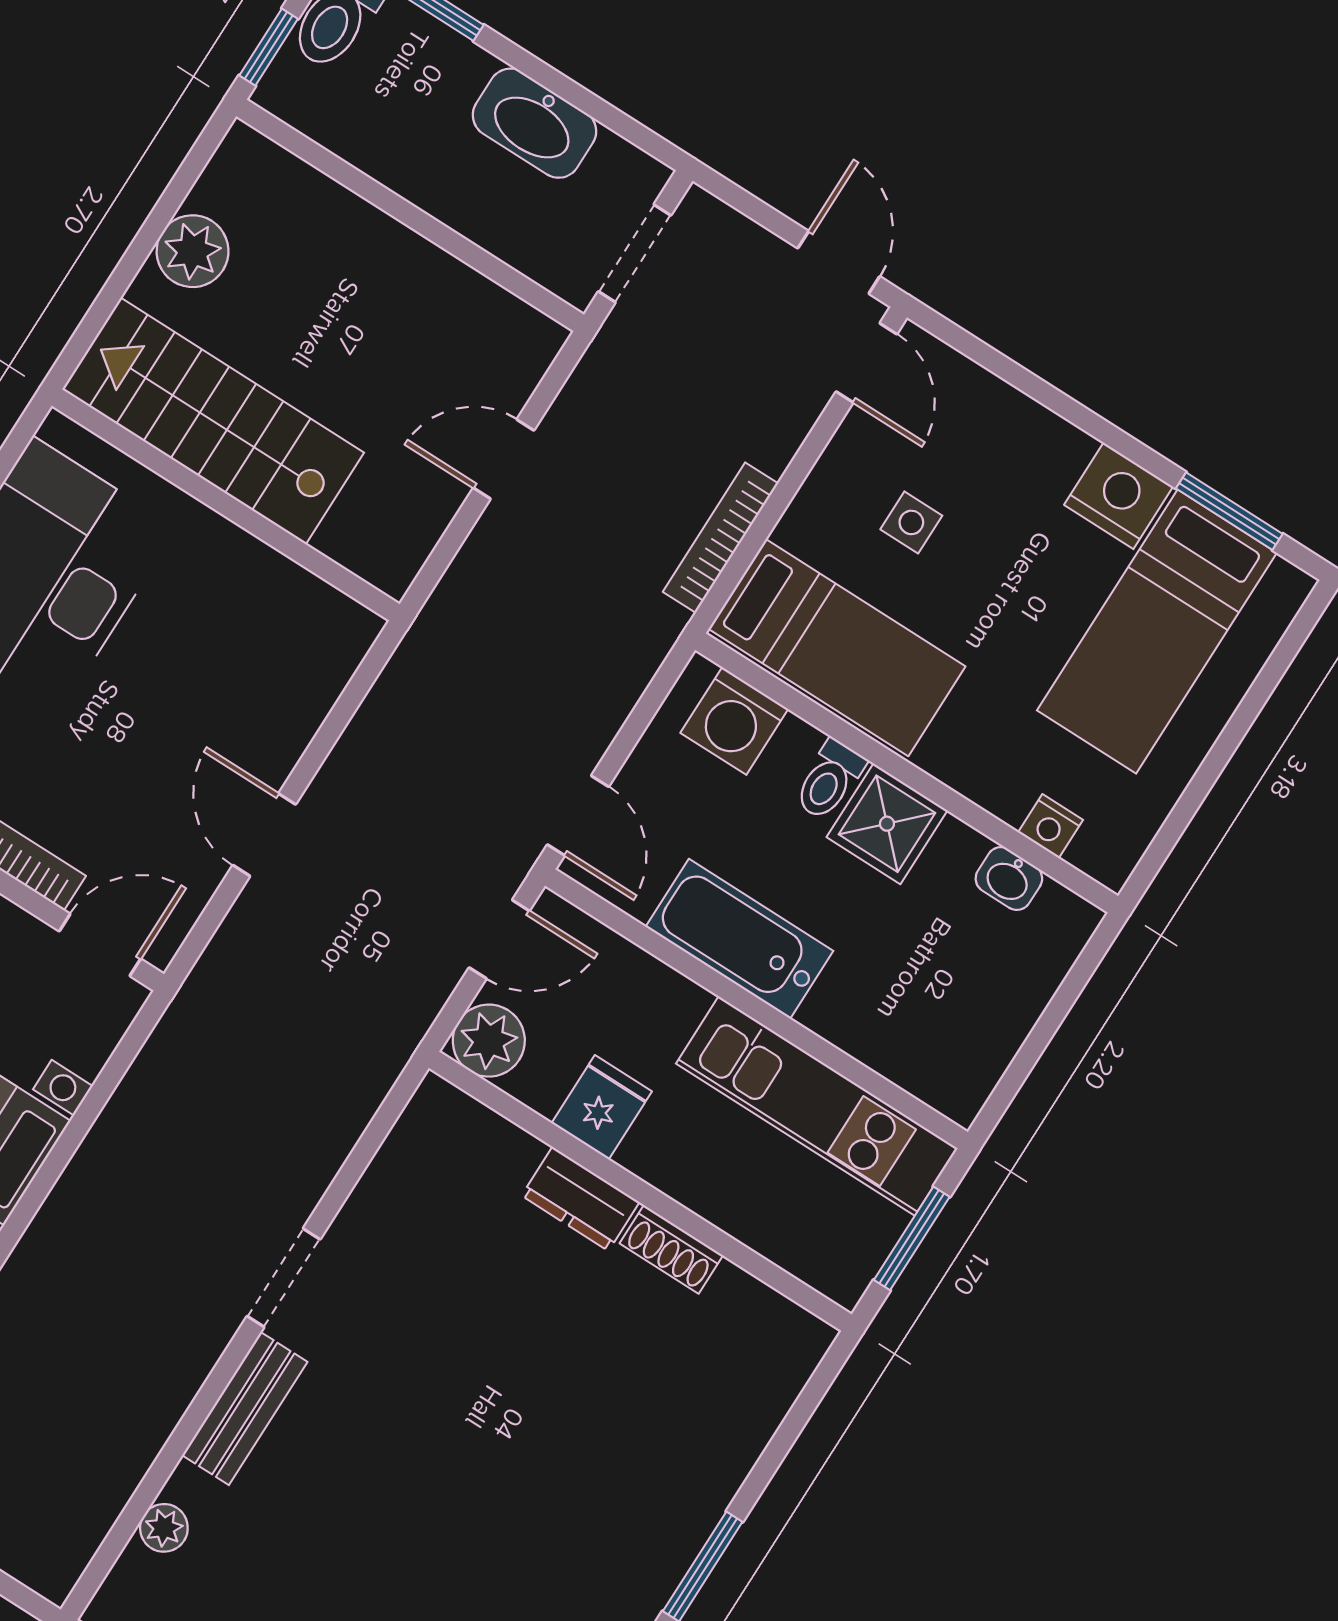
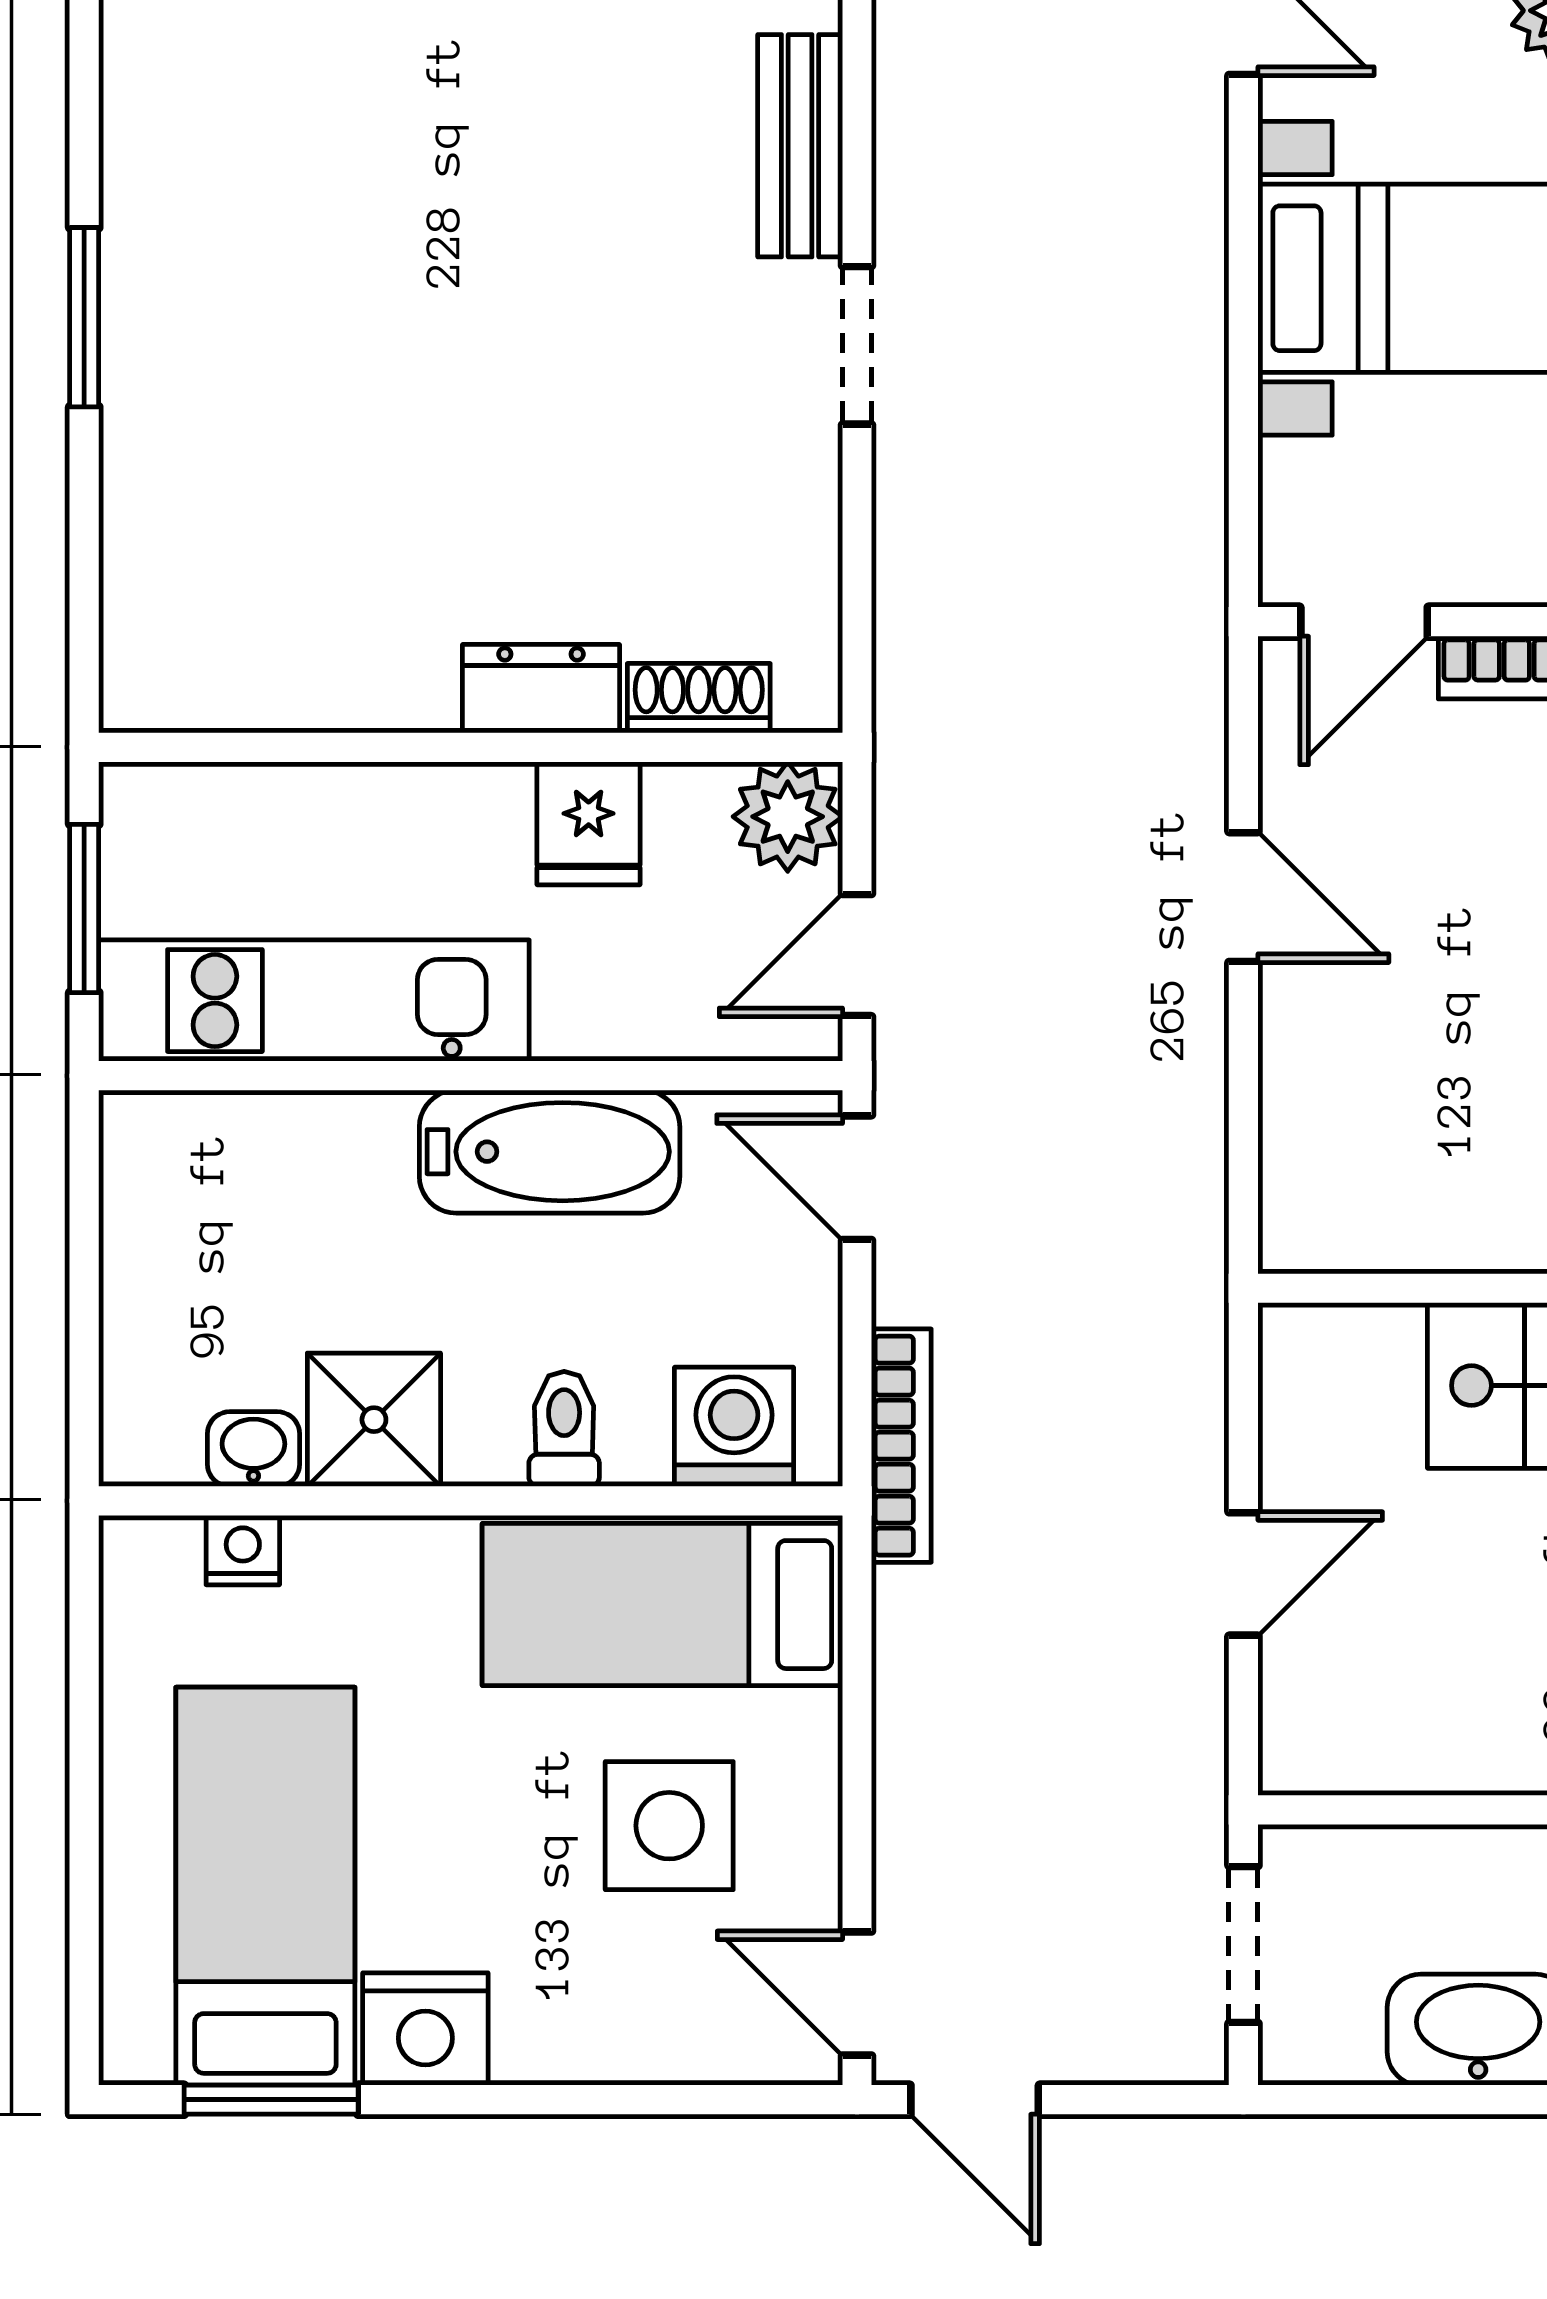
side table: (911, 522) -> (669, 1826), width x1.87, depth x1.87
bookcase: (720, 538) -> (901, 1446), moved
shower: (887, 824) -> (374, 1420), moved
shoe rack: (671, 1249) -> (699, 698), moved

